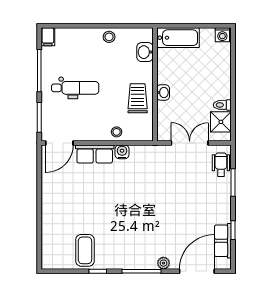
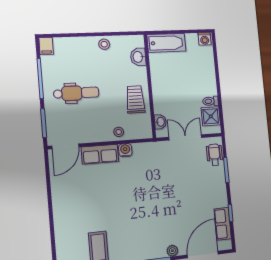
washbasin: (163, 93) -> (160, 122), moved

